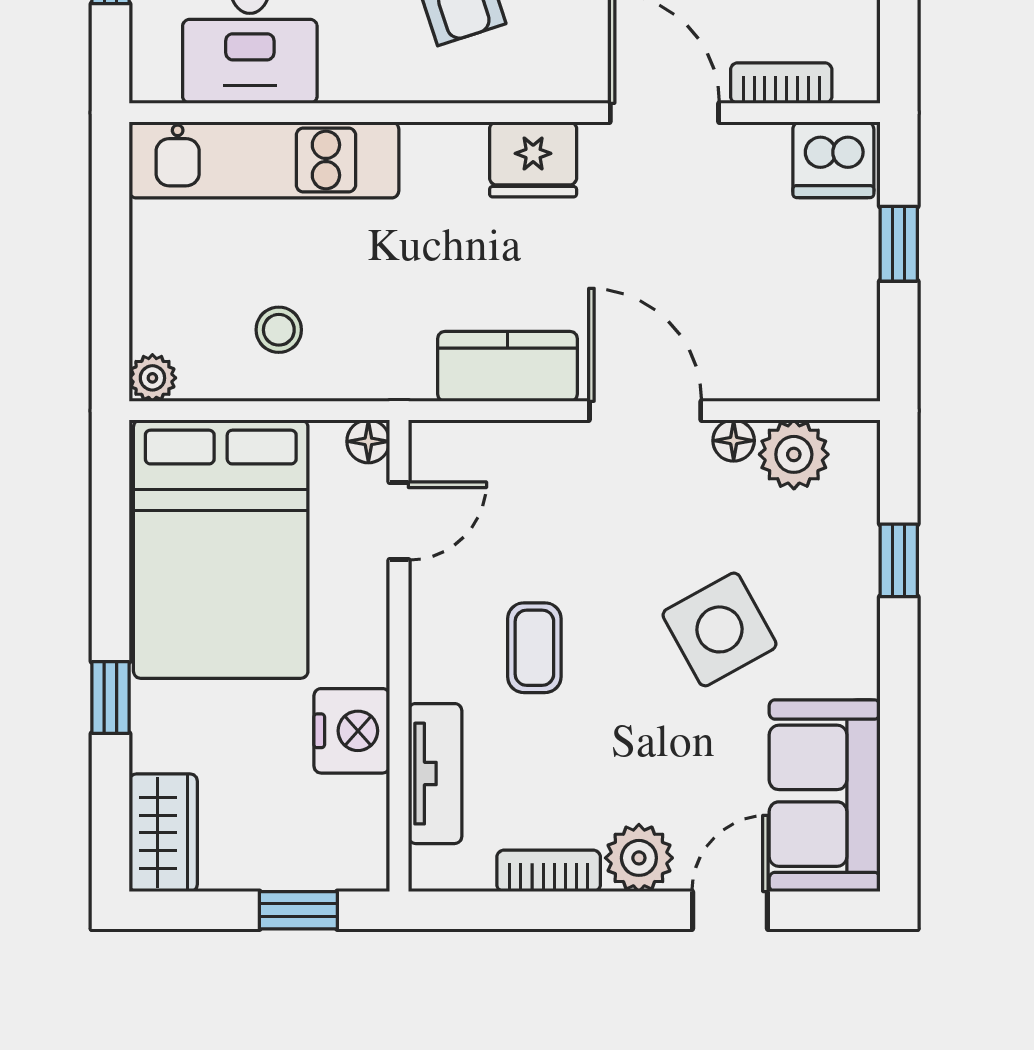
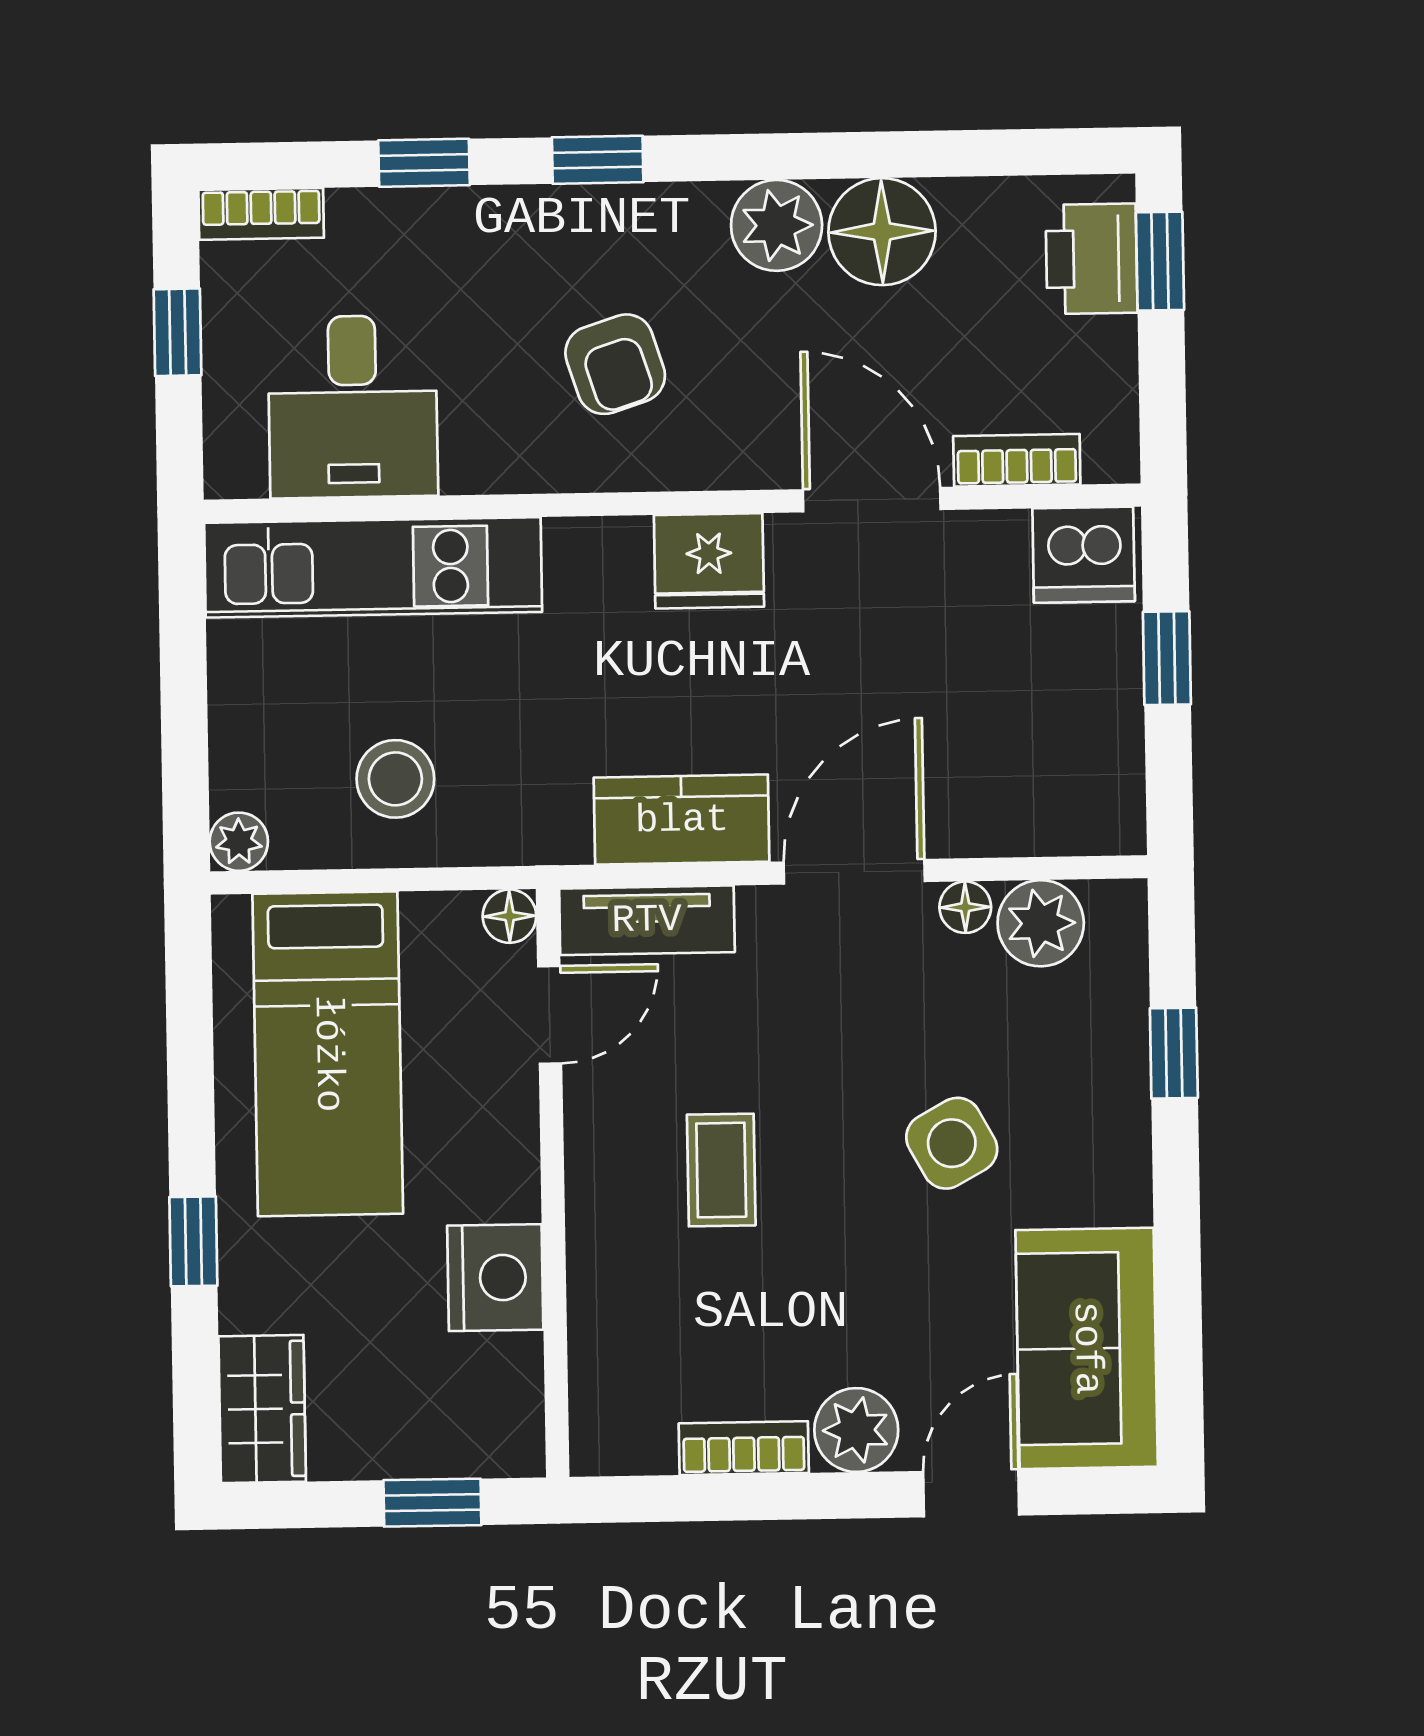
stool: (279, 330) -> (395, 779), width x1.37, depth x1.37
door: (645, 411) -> (854, 872), hinge flipped
bed: (221, 549) -> (328, 1054), width x0.67
side table: (719, 629) -> (952, 1143), width x0.73, depth x0.73
tv unit: (435, 774) -> (647, 920), moved, turned 90

